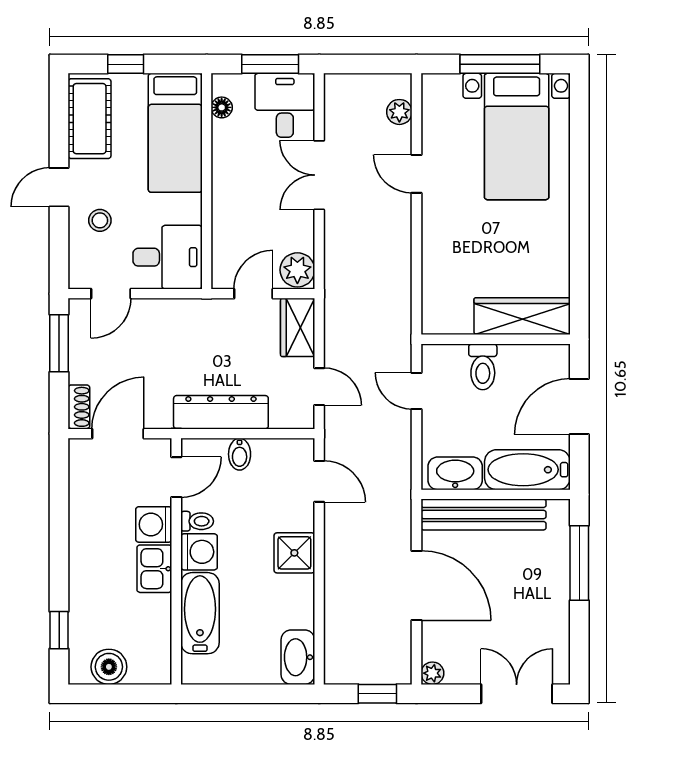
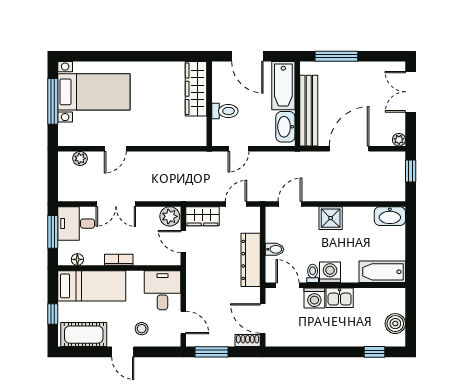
bookcase: (221, 180) -> (119, 260), added
bathtub: (200, 613) -> (382, 272), moved

